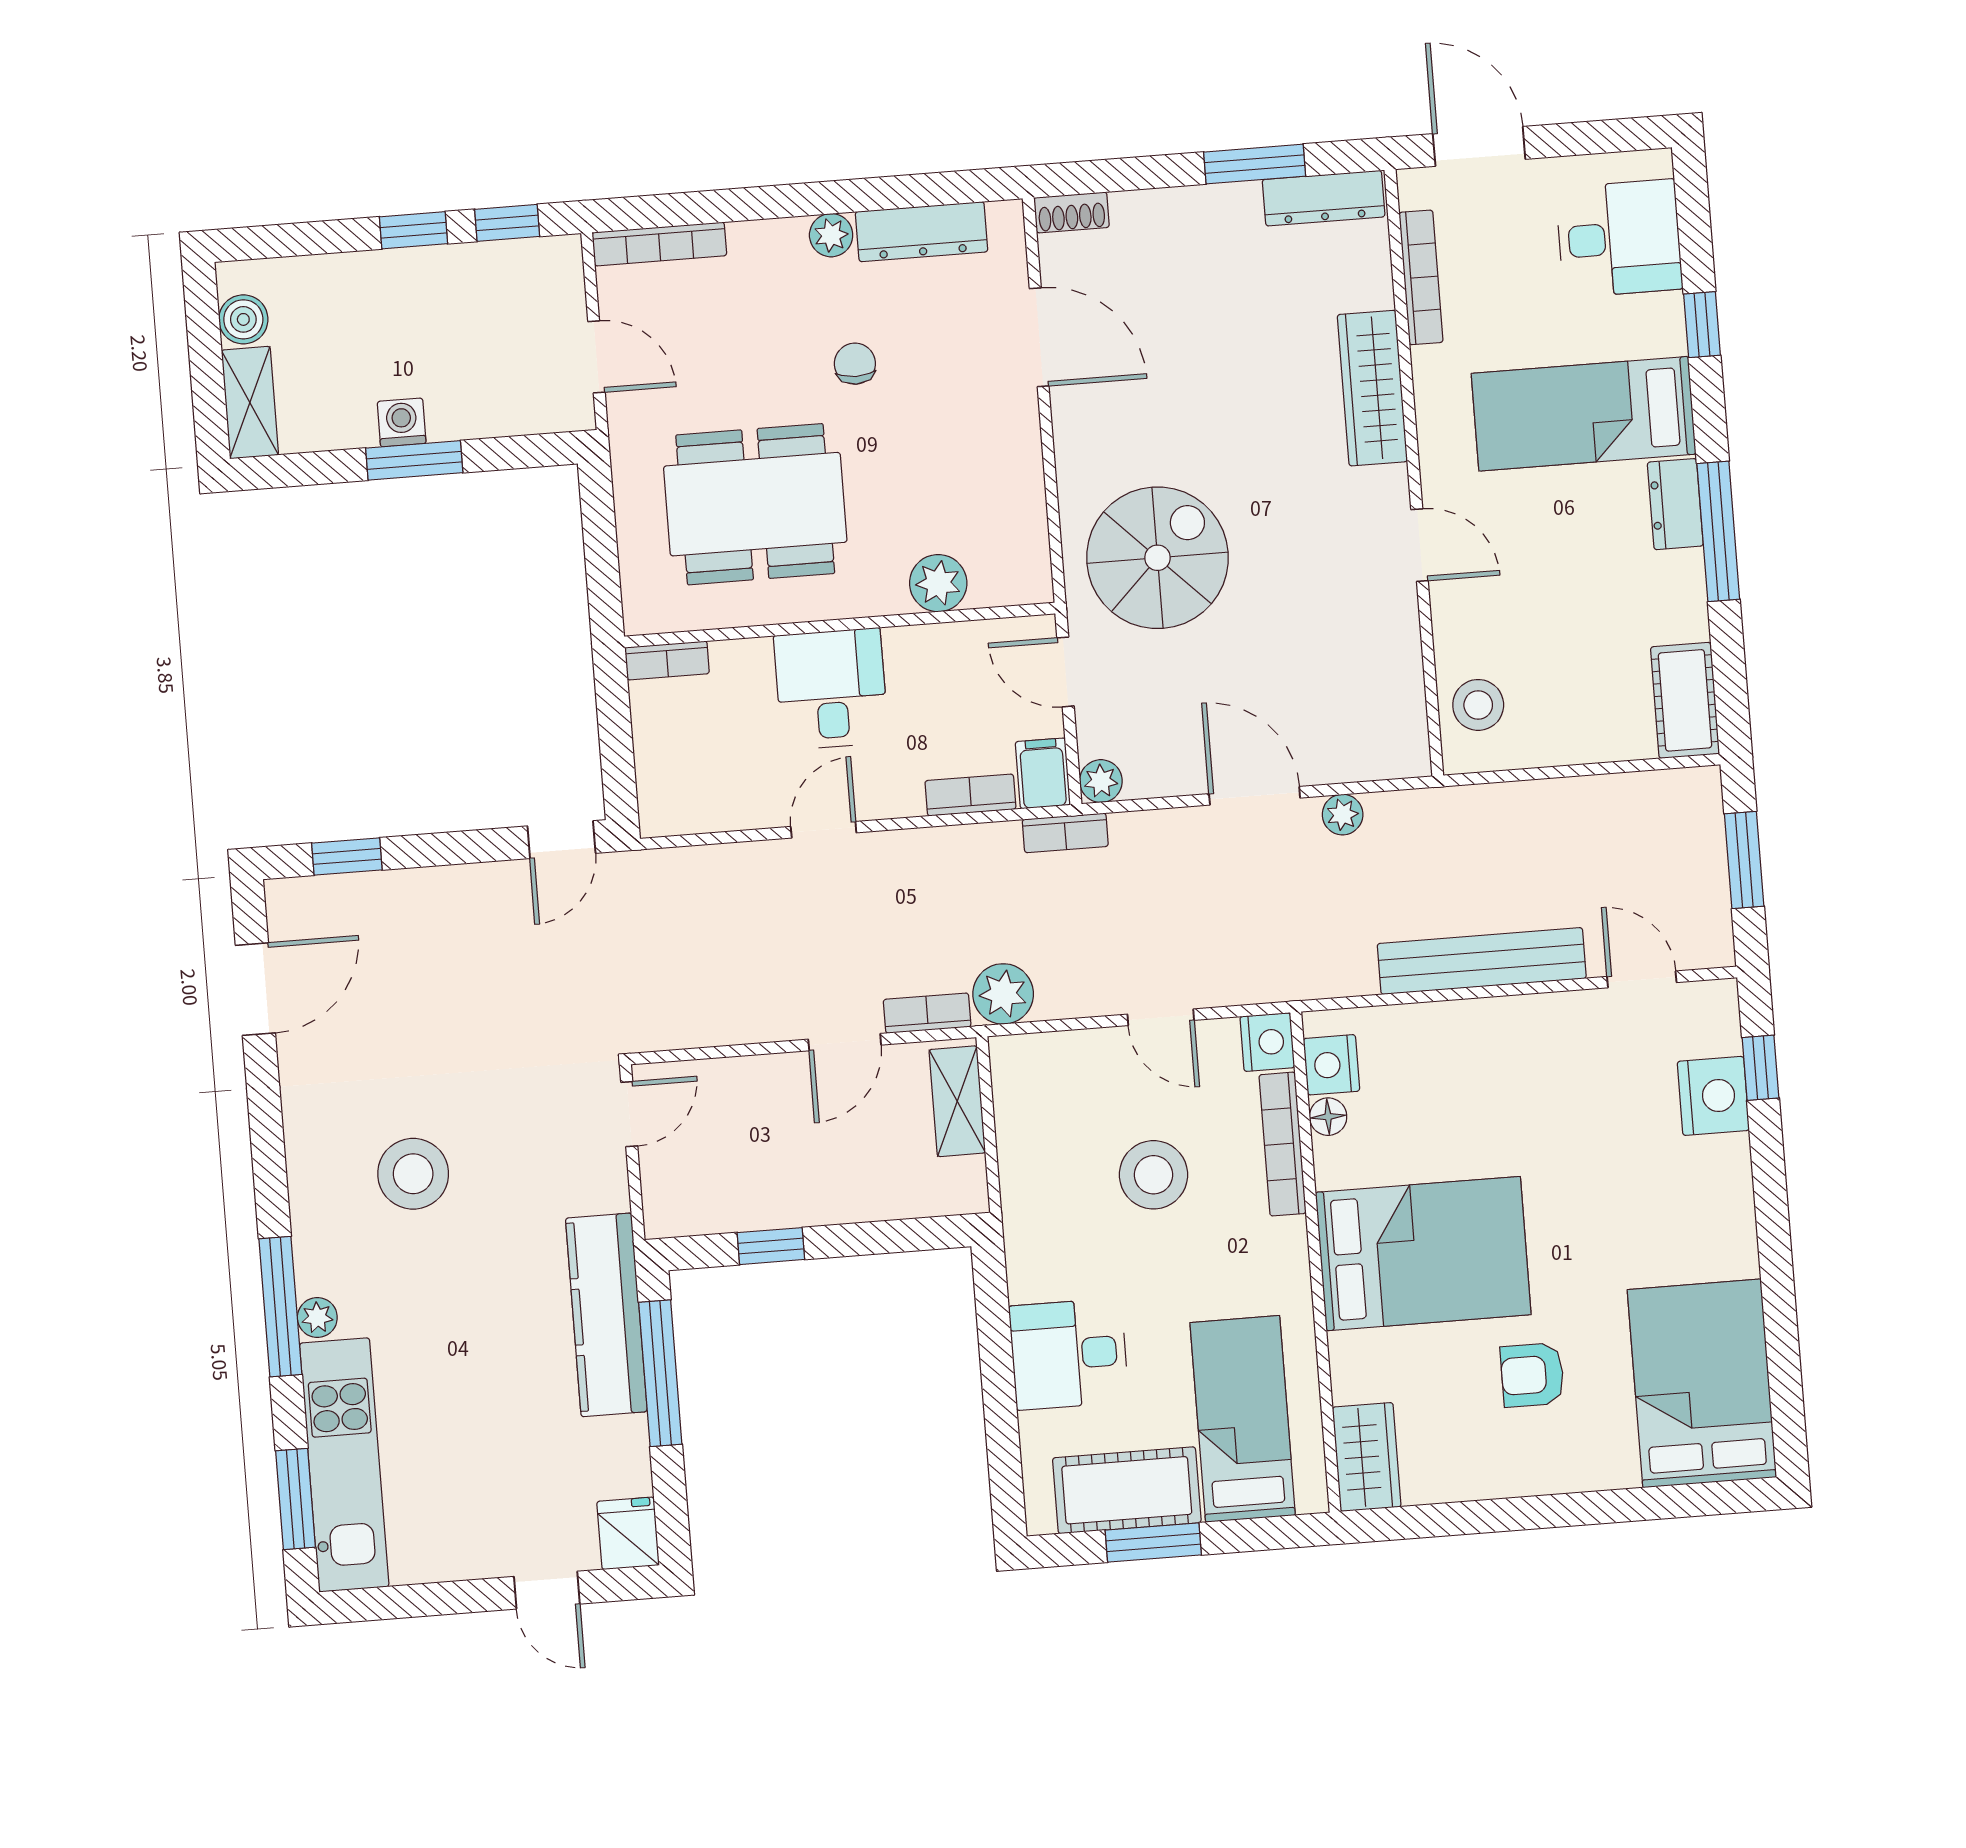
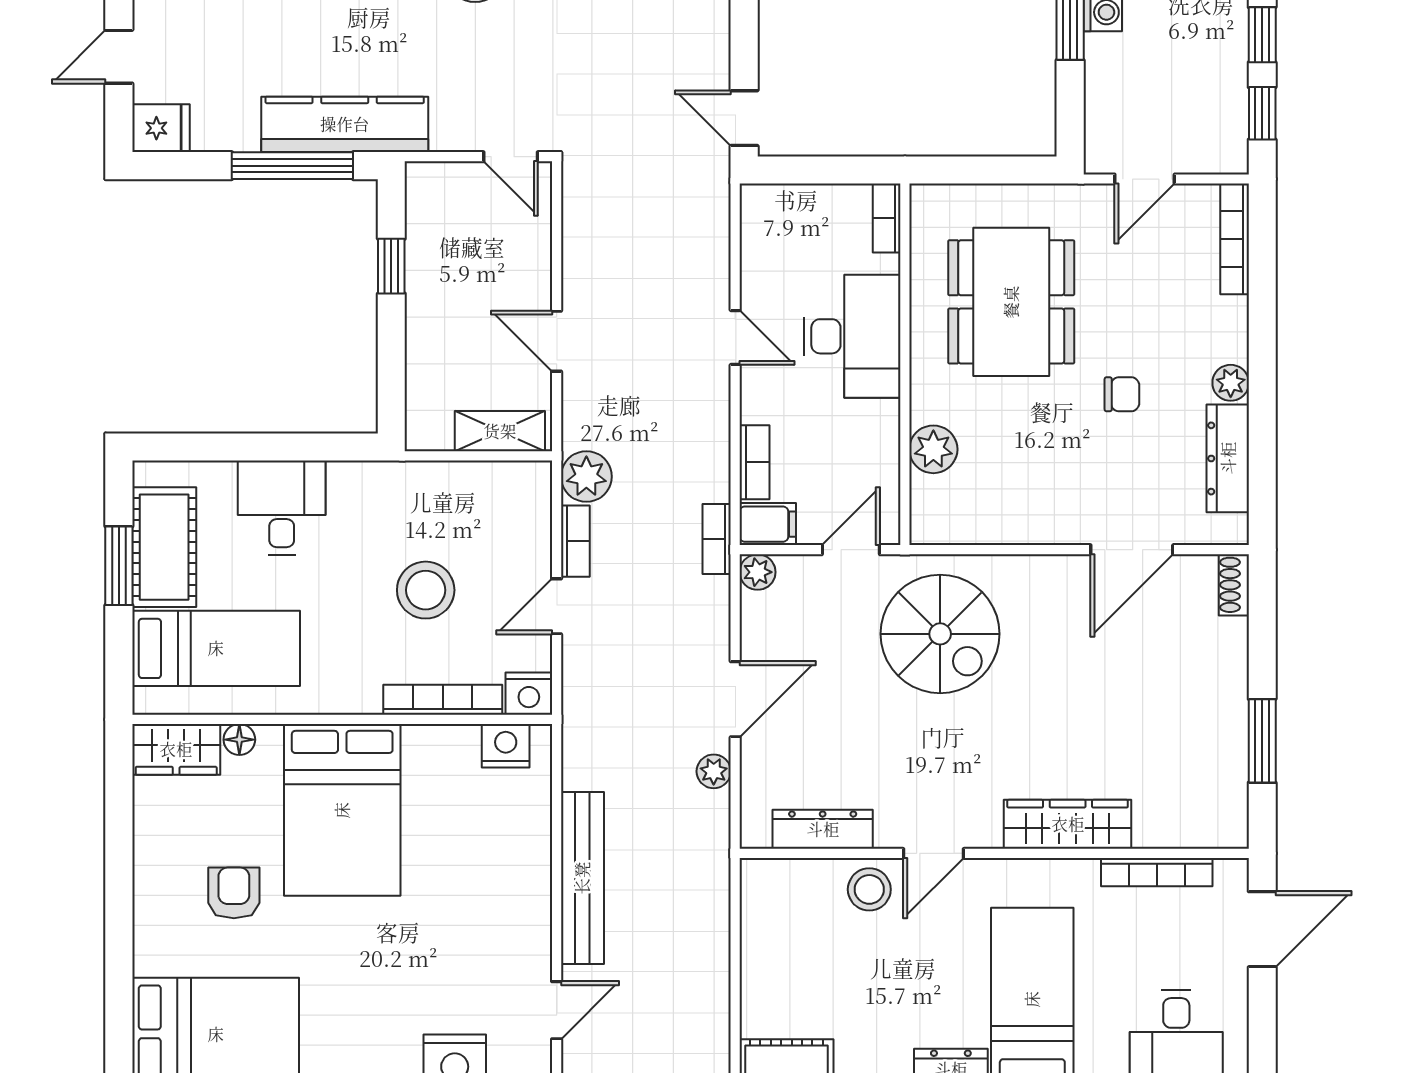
dresser: (1324, 198) -> (823, 829), moved, turned 90
desk: (831, 689) -> (852, 336), width x1.37
stool: (1478, 705) -> (869, 889), moved
bookcase: (927, 1013) -> (575, 541), moved
floor lamp: (1328, 1117) -> (239, 740), moved

